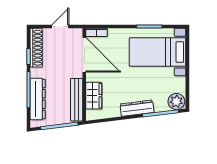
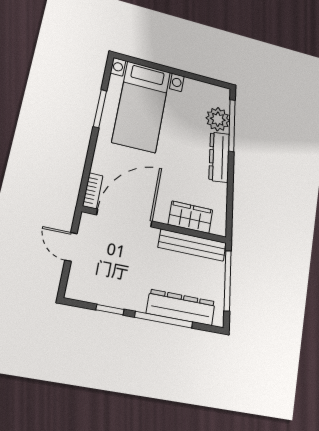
shoe rack: (36, 48) -> (98, 294), removed
plant: (176, 101) -> (218, 119), moved

